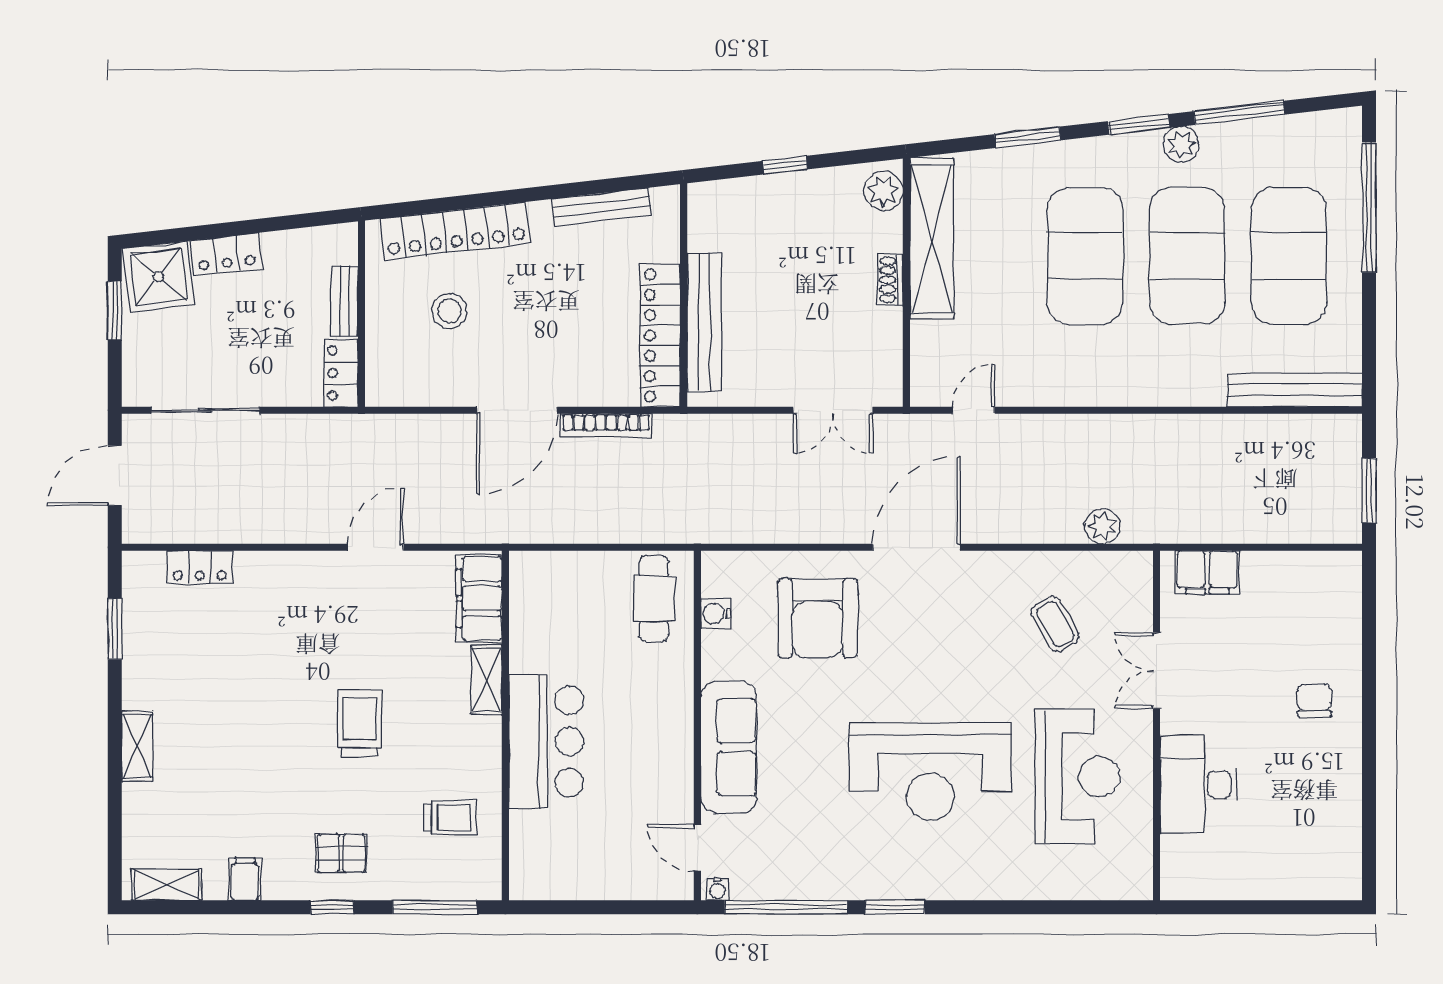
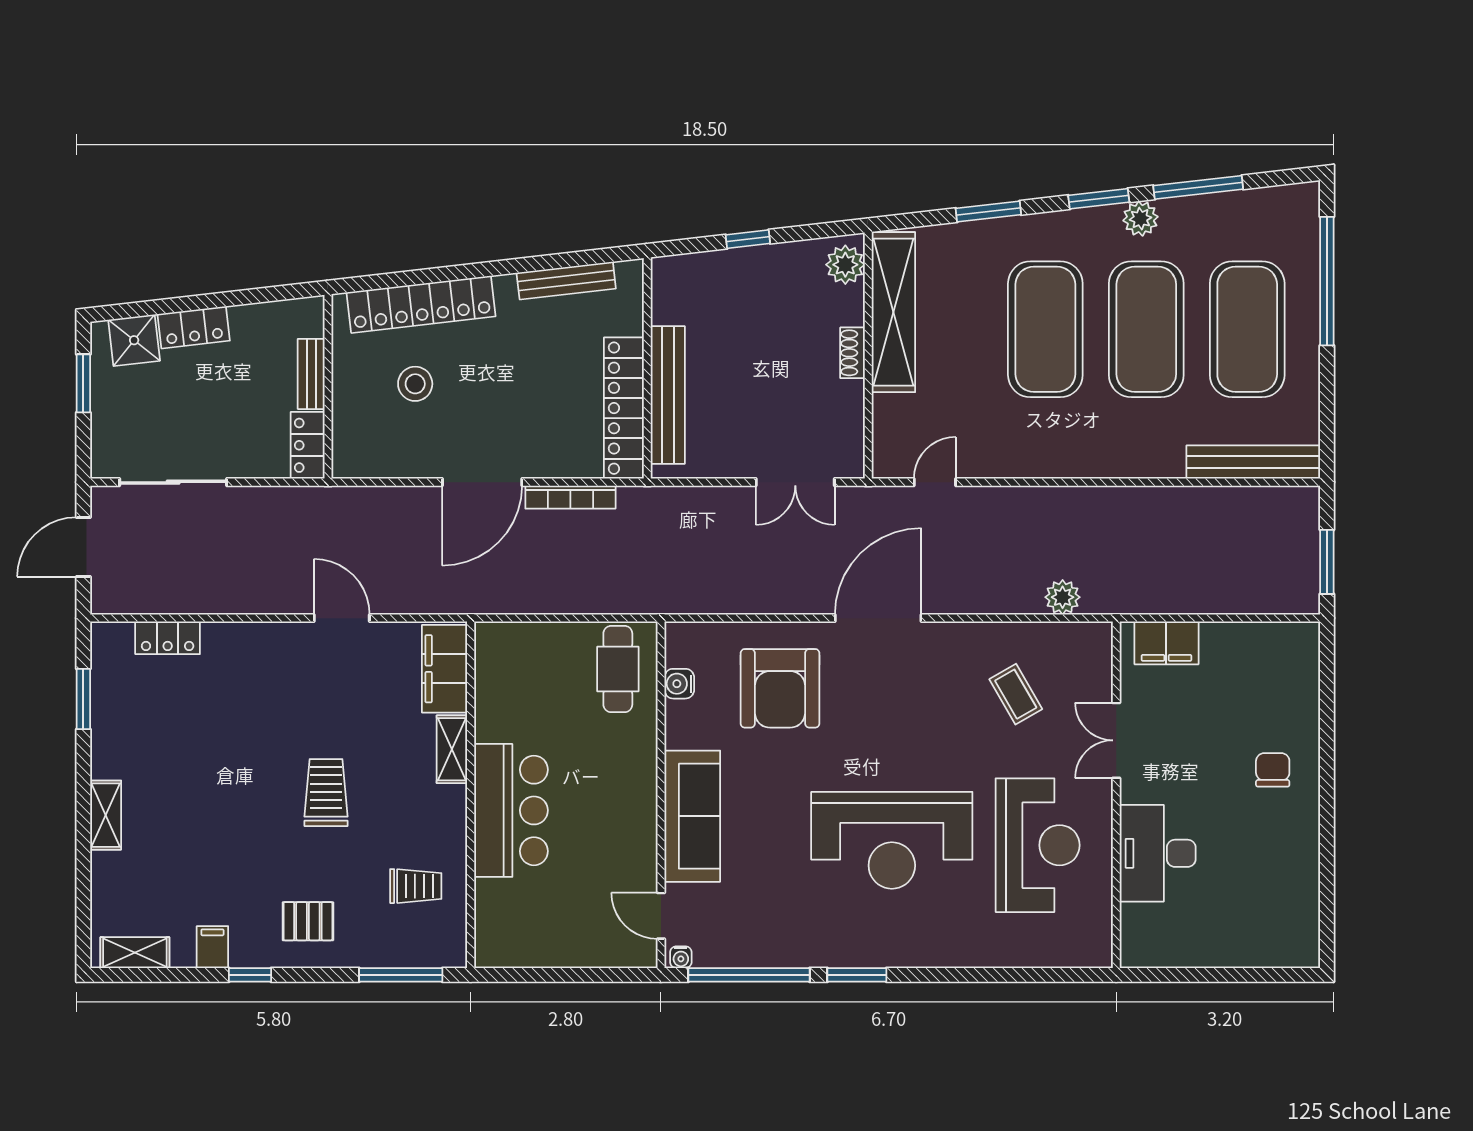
shower: (158, 277) -> (134, 340), width x0.73, depth x0.73
door: (375, 547) -> (342, 618), hinge flipped
window: (332, 907) -> (250, 975), moved

